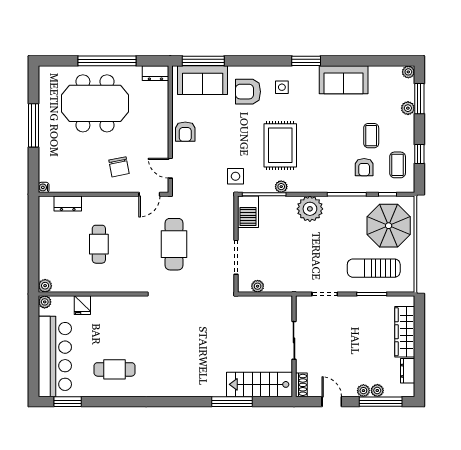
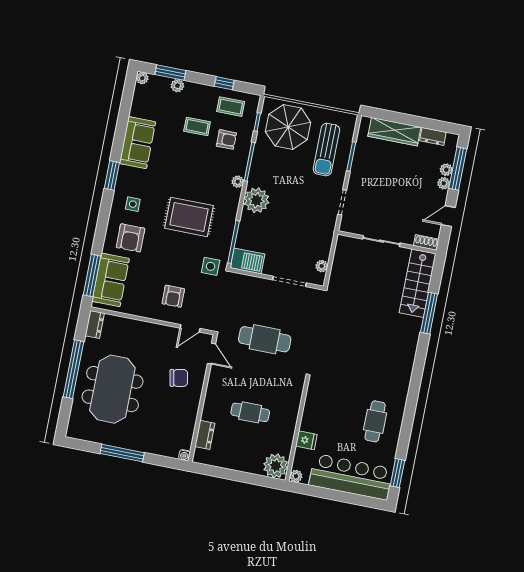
armchair: (185, 132) -> (173, 296), moved, turned 90
plant: (281, 187) -> (238, 182), moved
plant: (45, 286) -> (276, 466), width x1.88, depth x1.88

